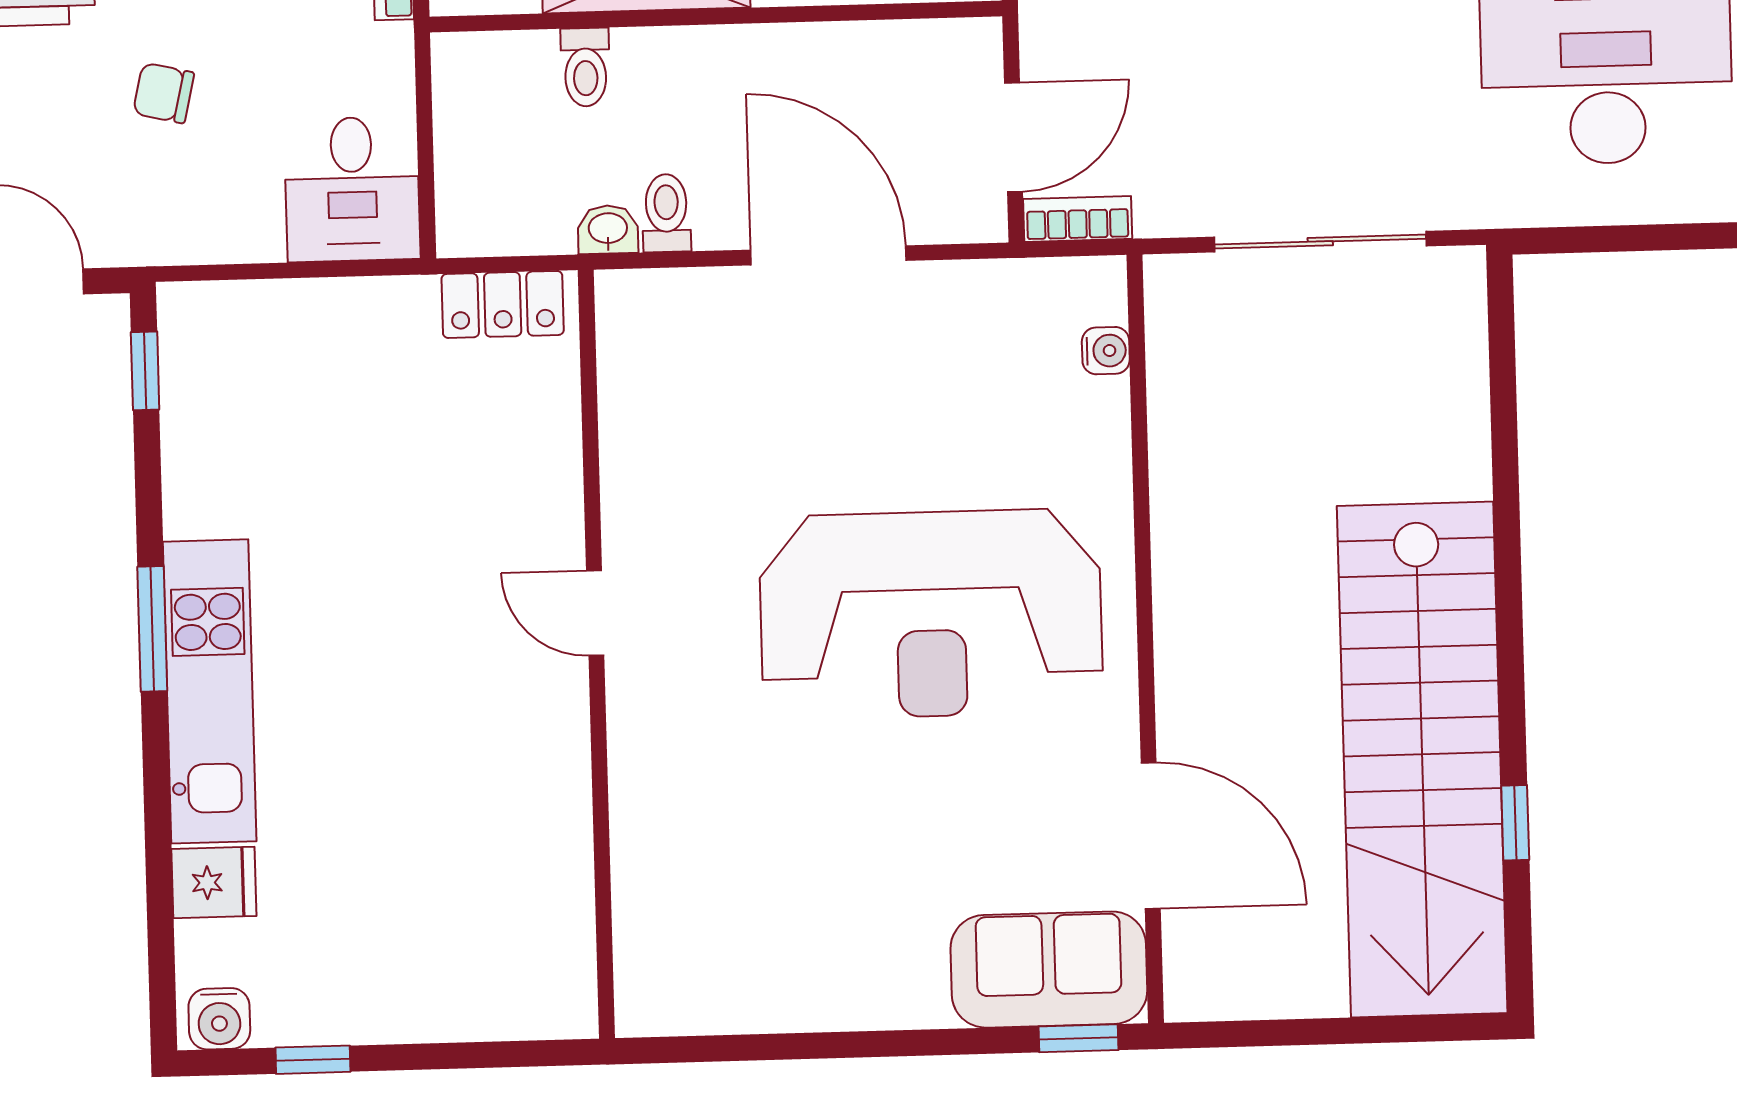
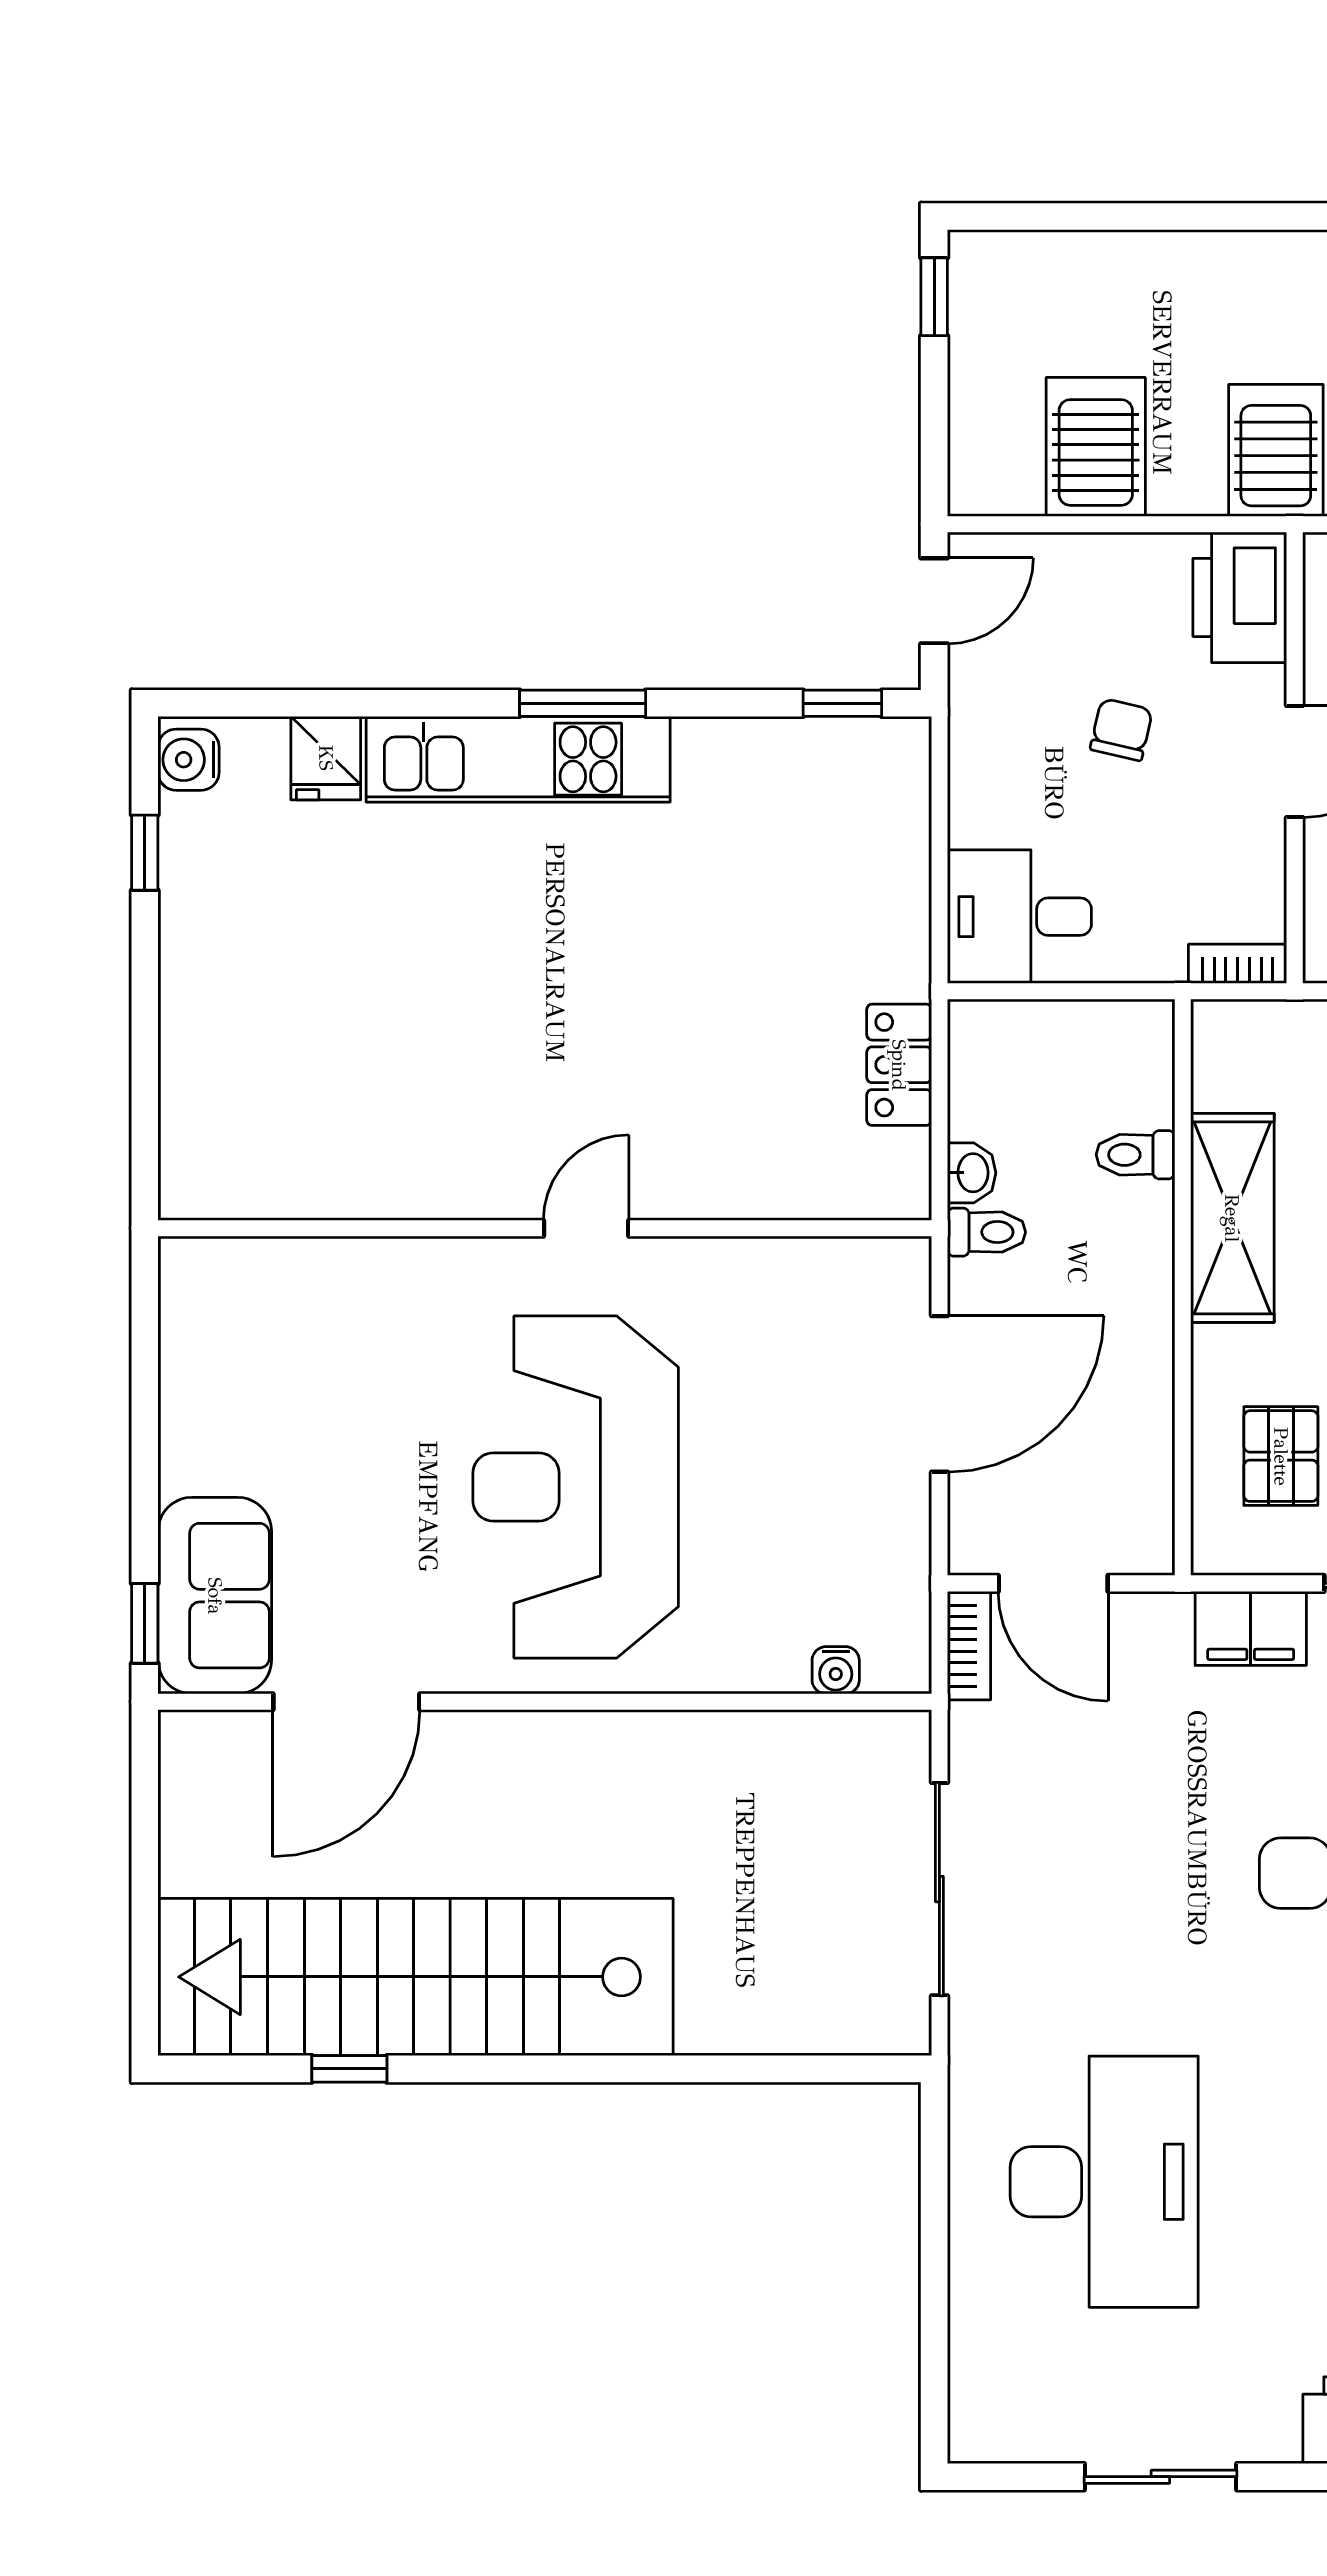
door: (595, 613) -> (586, 1228), moved
wall: (596, 654) -> (545, 1228), moved

